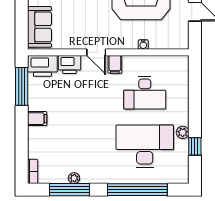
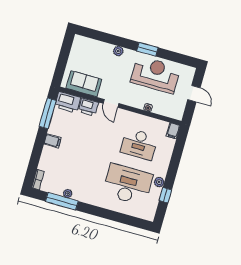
sofa: (40, 27) -> (84, 84), moved, turned -90
filing cabinet: (115, 64) -> (173, 131), moved
window: (137, 190) -> (113, 216), removed

